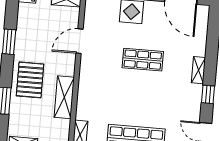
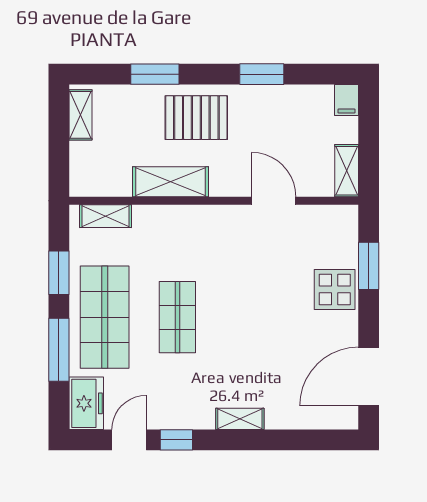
shop shelf: (143, 60) -> (177, 317), moved
window: (208, 94) -> (176, 440), moved

